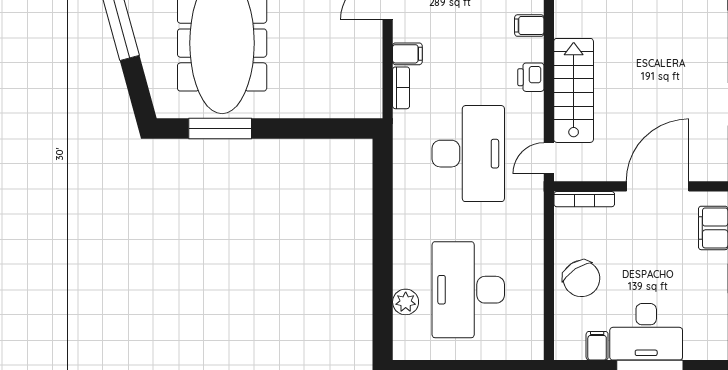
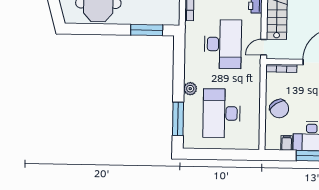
window: (220, 128) -> (147, 30), moved
window: (383, 302) -> (178, 119), added
plant: (406, 302) -> (190, 89), moved

